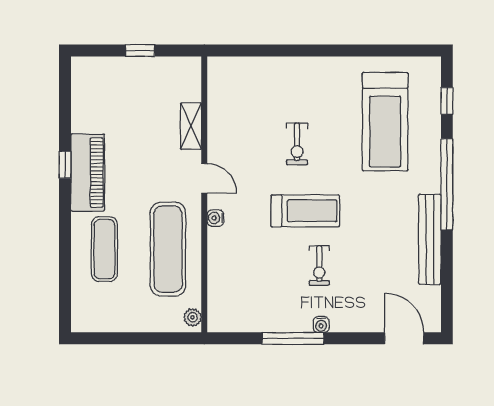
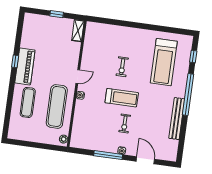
shelving: (191, 126) -> (78, 31), moved
door: (204, 178) -> (78, 77), hinge flipped
door: (404, 338) -> (145, 160), moved

